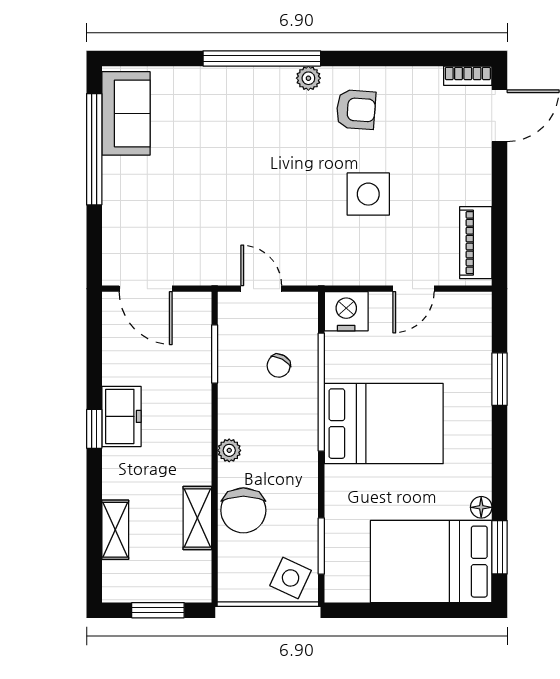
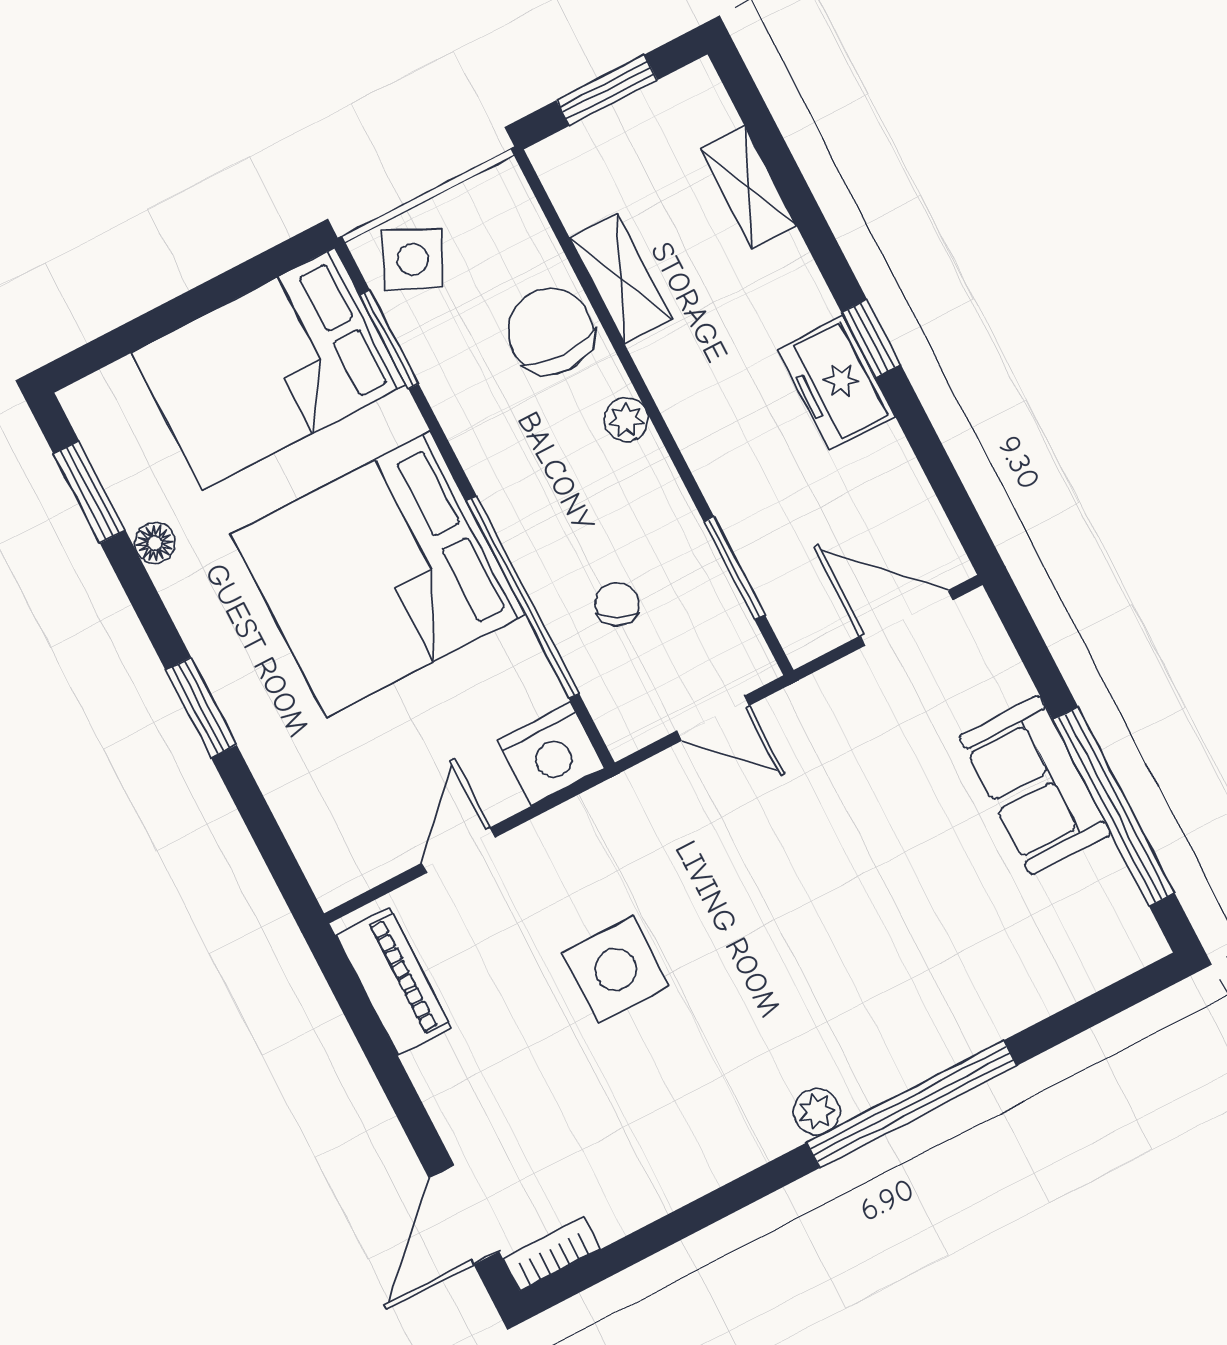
armchair: (356, 110) -> (710, 1100), removed
sofa: (126, 113) -> (1035, 785), moved
window: (500, 379) -> (201, 708), moved
bed: (384, 424) -> (378, 574), width x1.36
bed: (431, 562) -> (269, 369), moved, turned 180

